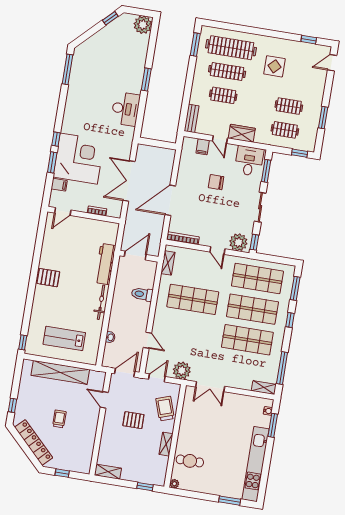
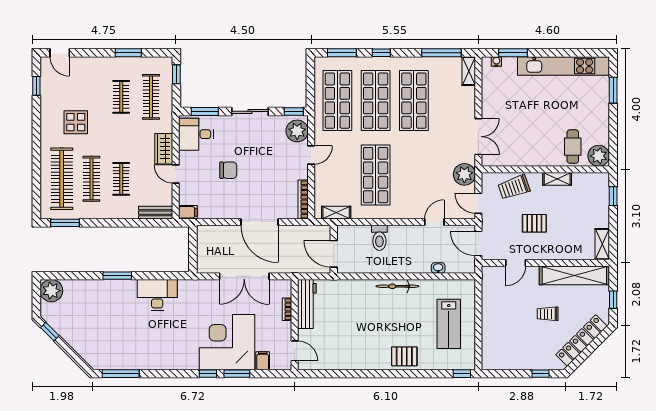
clothes rail: (285, 130) -> (151, 97), width x1.36
door: (220, 139) -> (176, 174), swing flipped
filing cabinet: (203, 147) -> (188, 212), moved
chair: (216, 182) -> (228, 170), turned -90
workbench: (105, 264) -> (307, 304), moved, turned -90
pallet: (48, 278) -> (404, 356), moved, turned 90
shelving: (60, 372) -> (574, 275), moved, turned 90
pallet: (133, 420) -> (534, 223), turned 90
plant: (174, 484) -> (599, 156), width x1.88, depth x1.88

